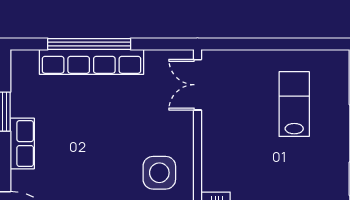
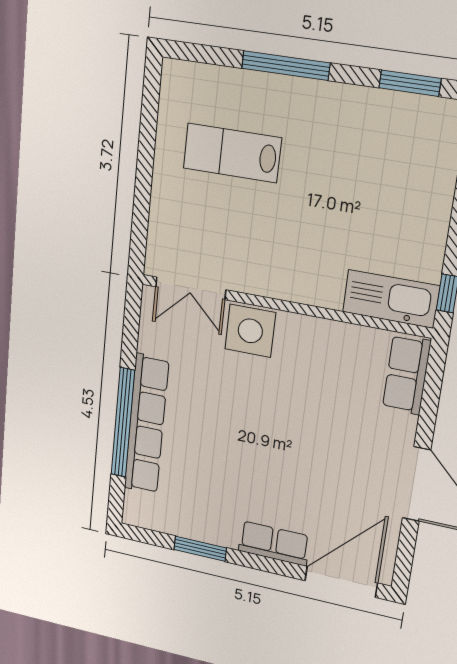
row of seats: (22, 144) -> (274, 543), moved
side table: (159, 173) -> (250, 331), moved

